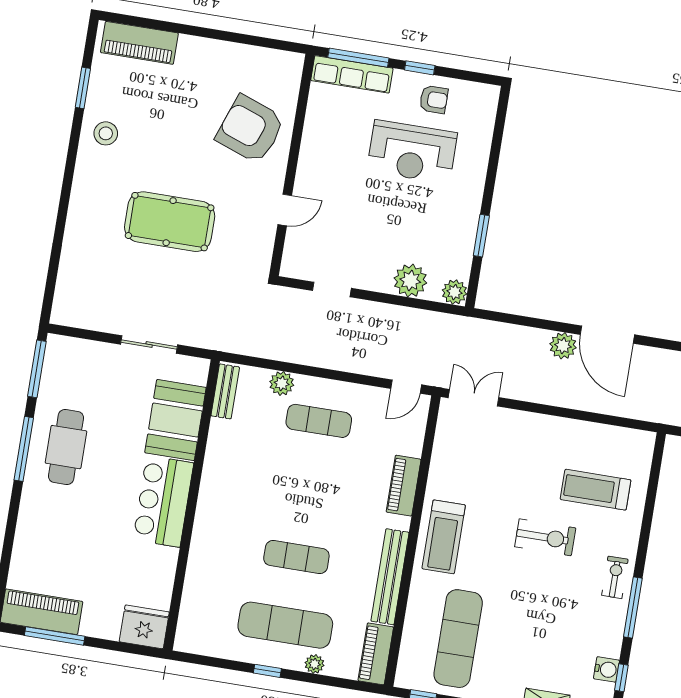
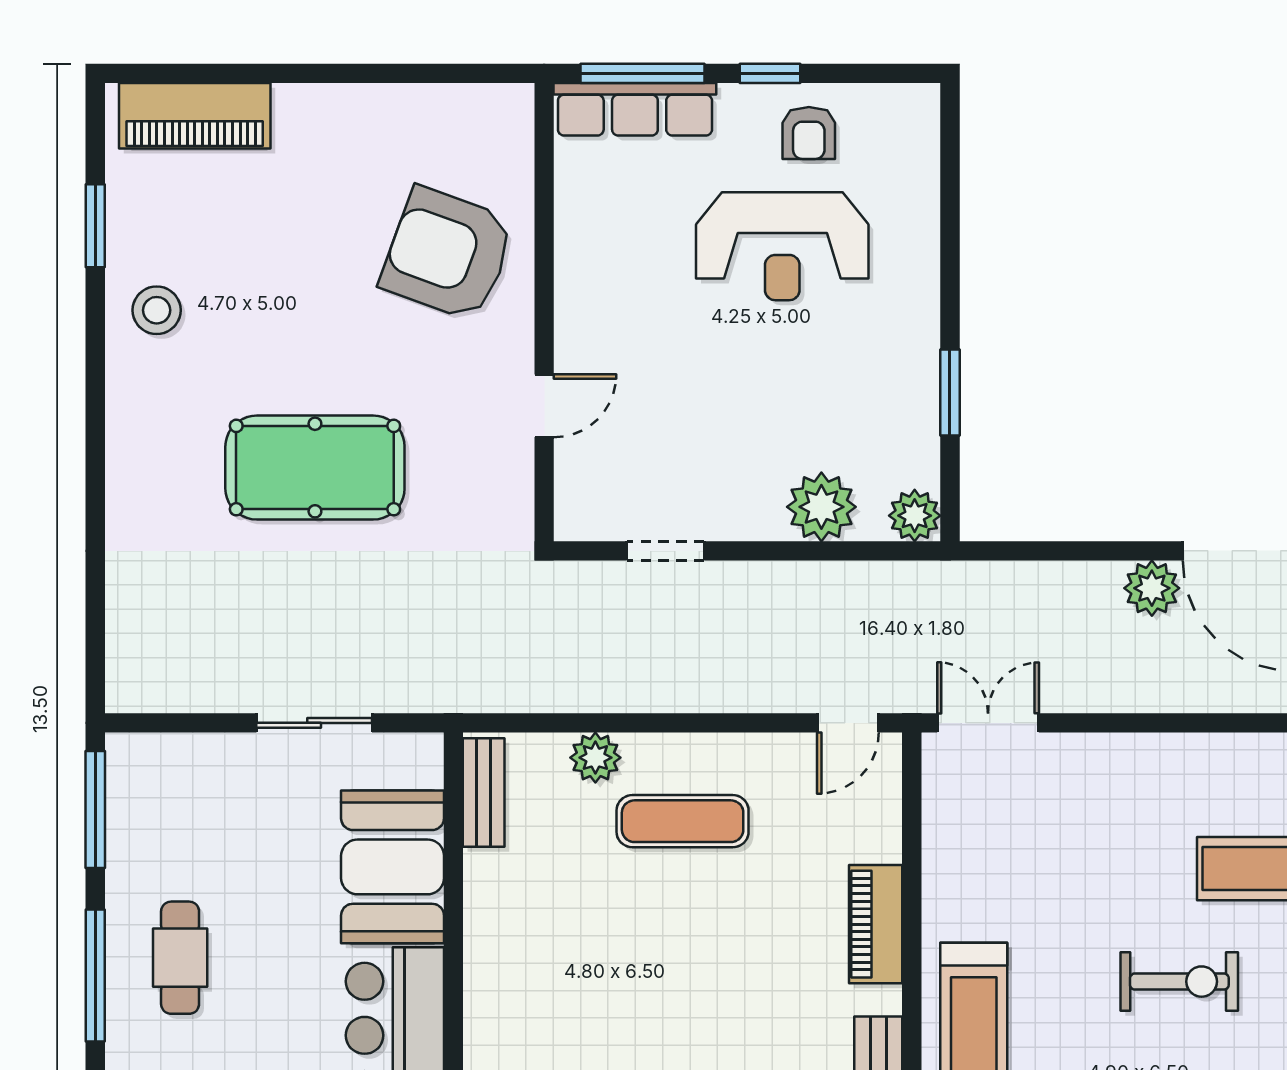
armchair: (434, 99) -> (809, 133), turned 90
cafe table: (66, 447) -> (180, 958), width x0.73, depth x0.74

